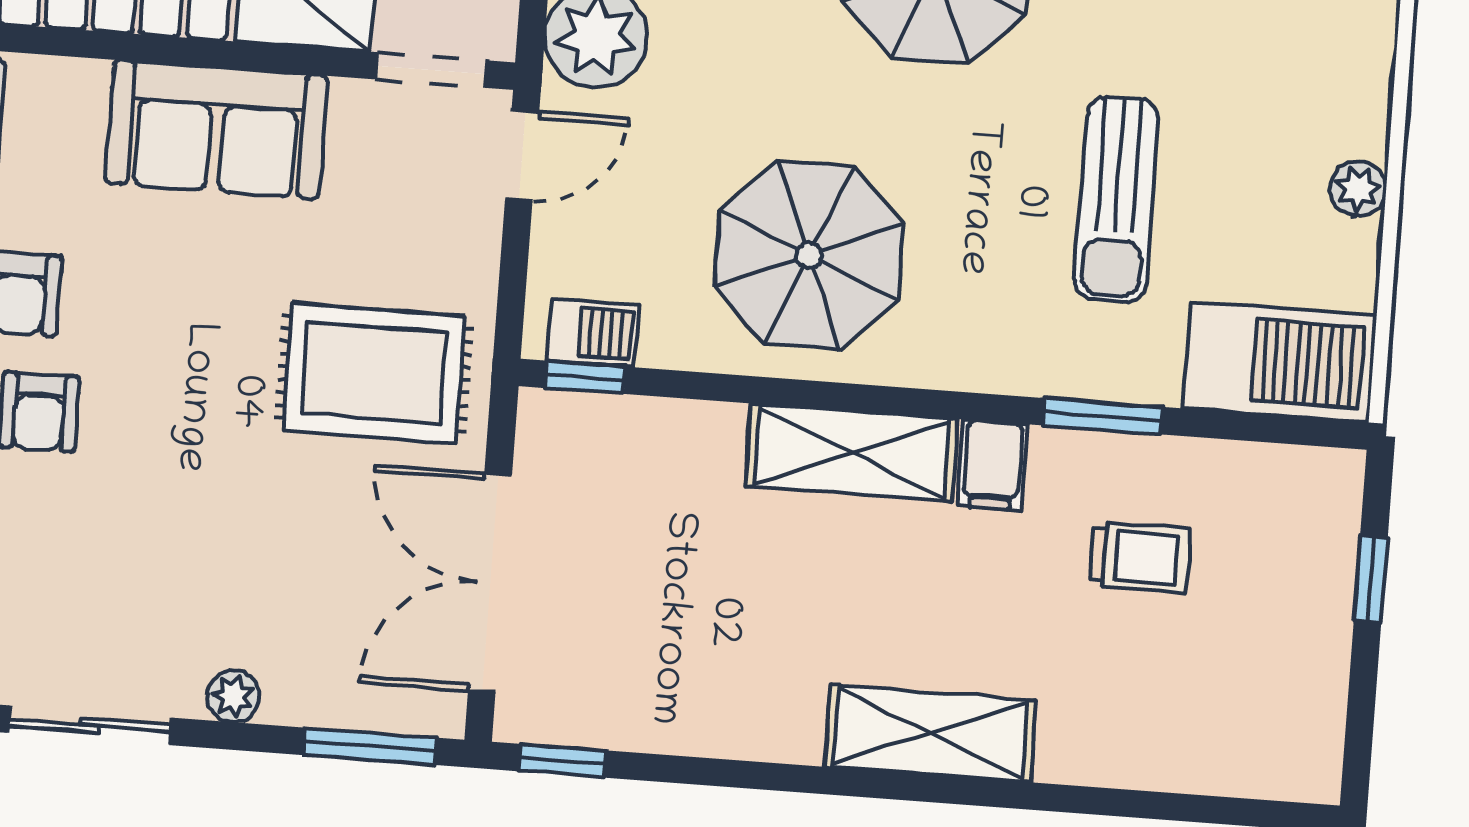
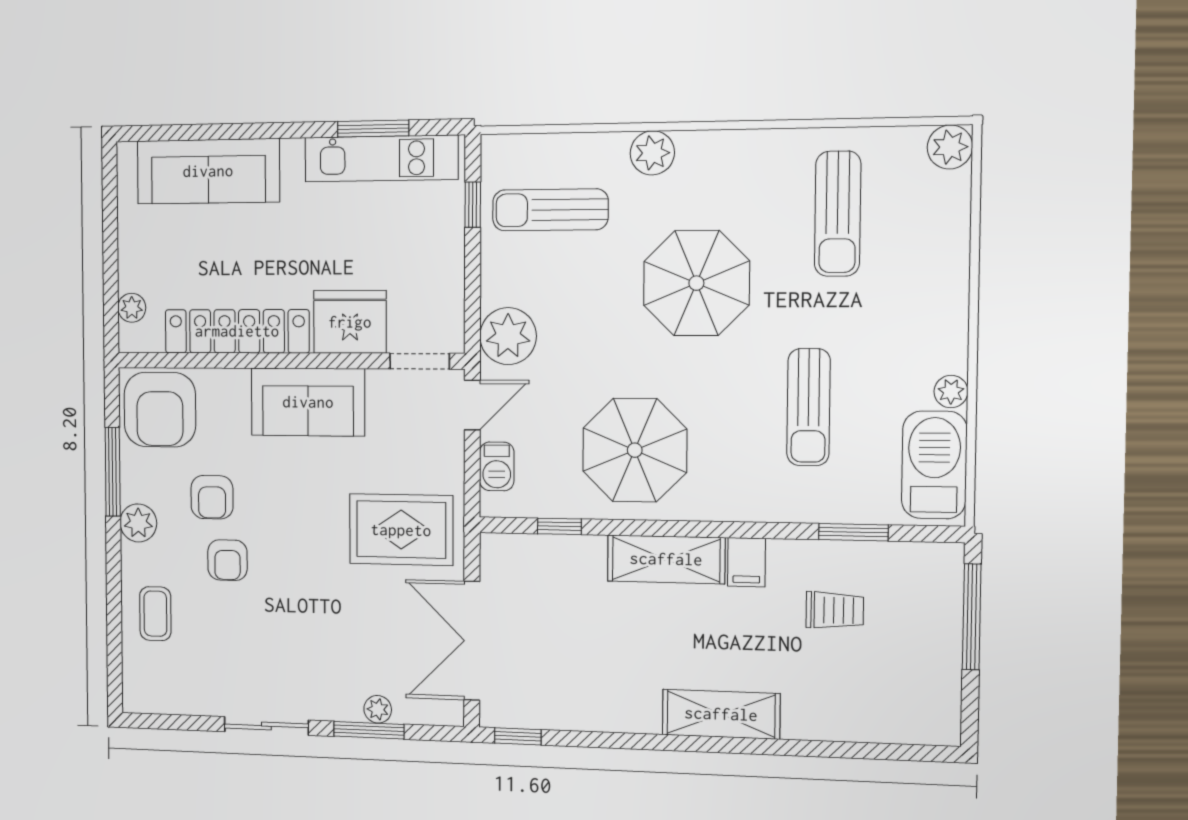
barbecue: (593, 333) -> (497, 466), moved, turned 90
barbecue: (1280, 362) -> (934, 465), moved, turned -90
window: (585, 377) -> (559, 526), moved
window: (1102, 416) -> (853, 532), moved
window: (1371, 579) -> (972, 617), width x2.17
plant: (233, 696) -> (378, 709), moved
window: (369, 746) -> (369, 730), moved

